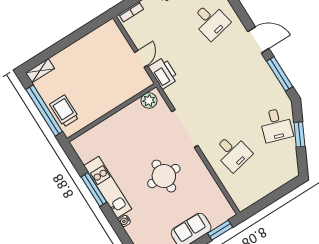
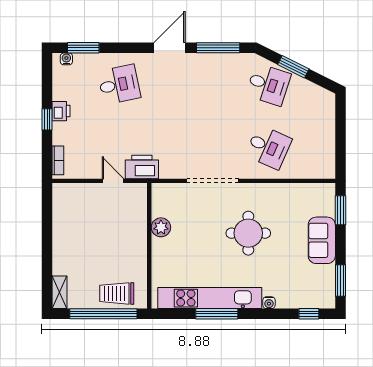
plant: (149, 101) -> (161, 227), moved
desk: (233, 152) -> (268, 147), turned 36
kitchen unit: (108, 187) -> (210, 298), width x1.36

